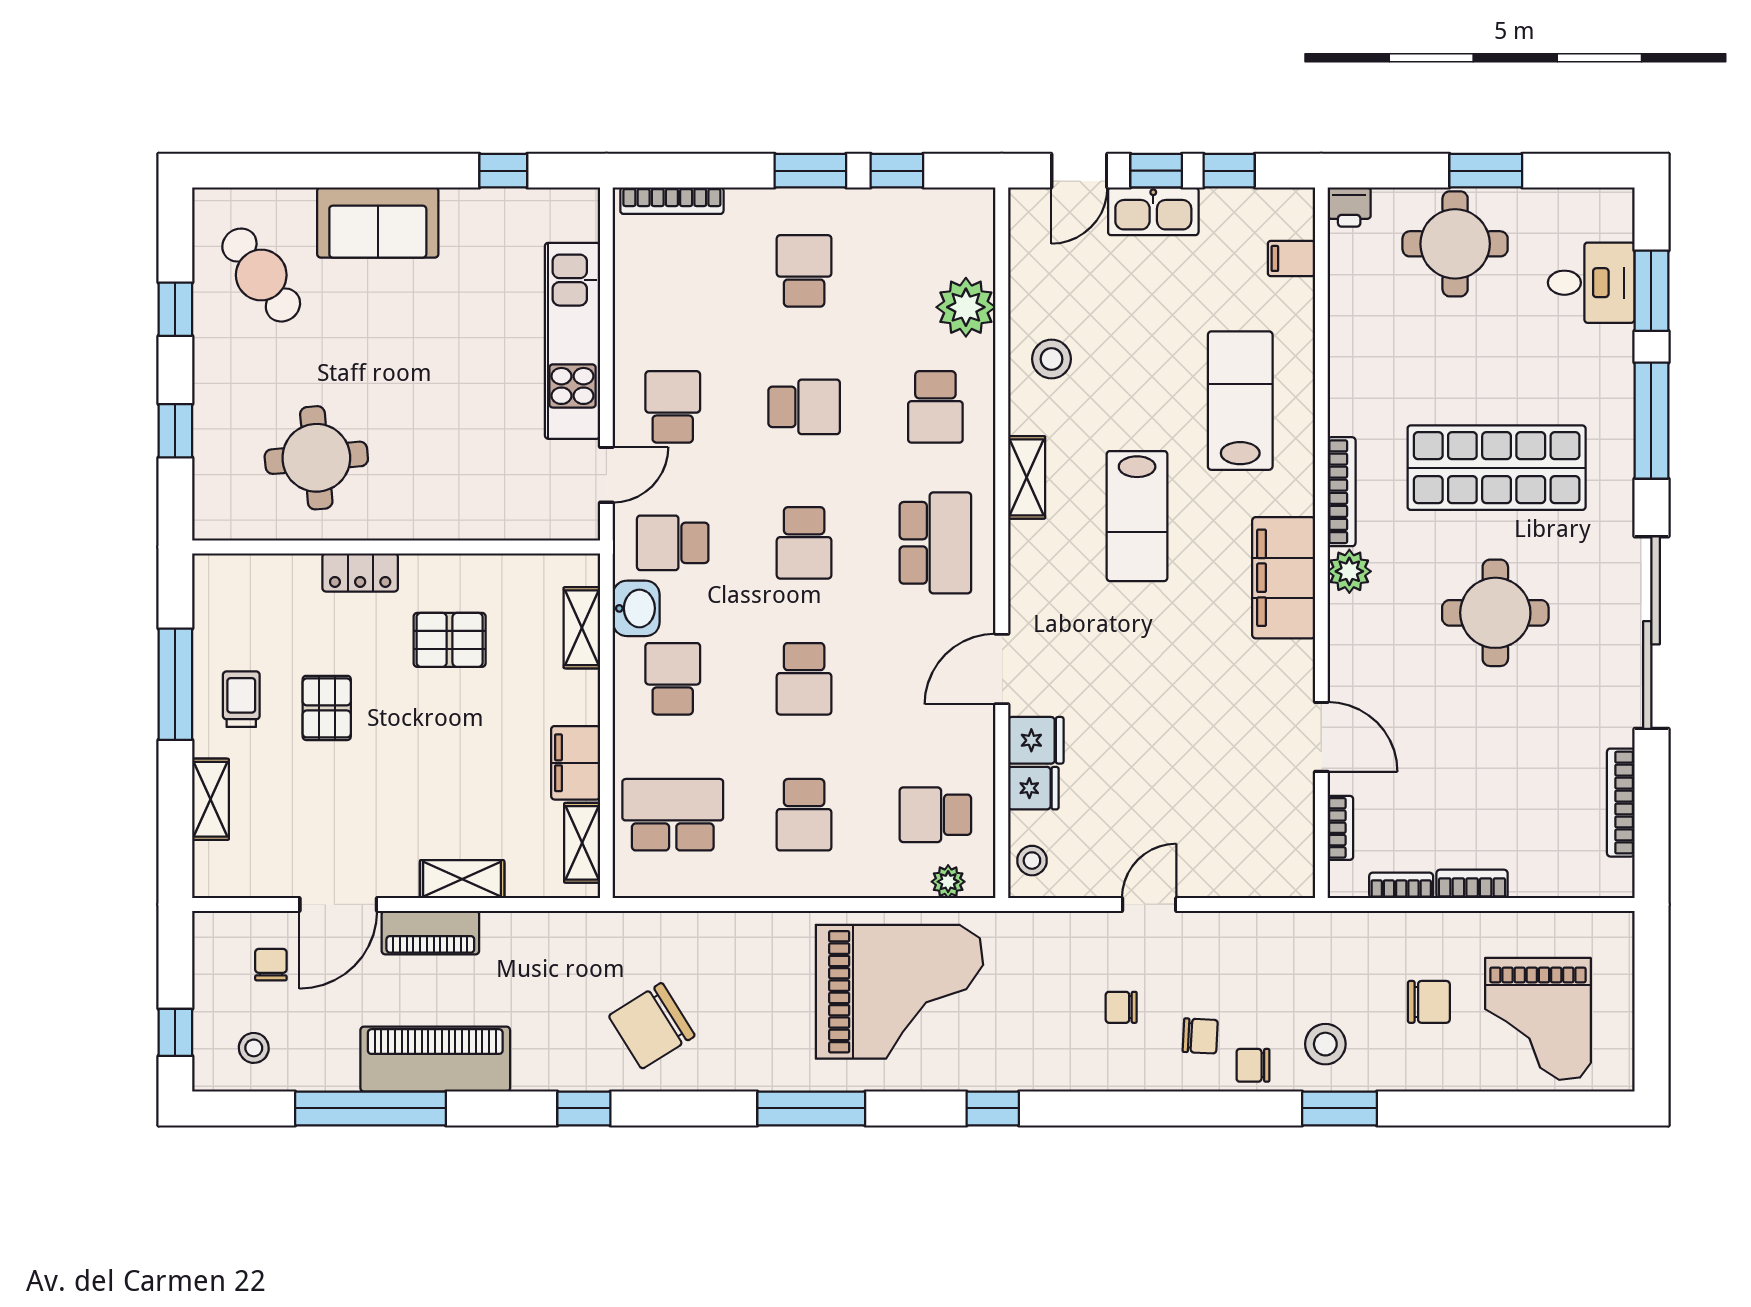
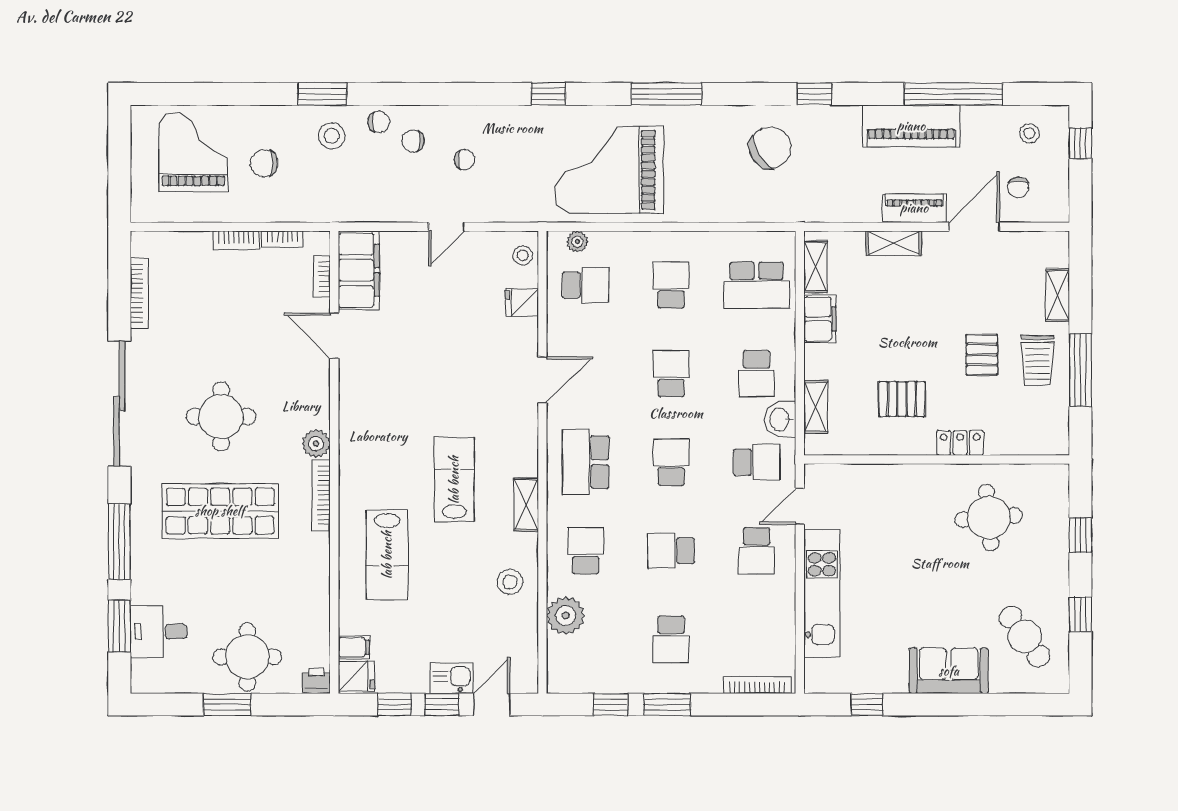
kitchen sink: (1153, 211) -> (452, 678), width x0.73
filing cabinet: (1284, 578) -> (359, 270), moved
trolley: (241, 699) -> (1037, 360), width x1.36, depth x1.39
fridge: (1036, 740) -> (356, 676), moved, turned 180

